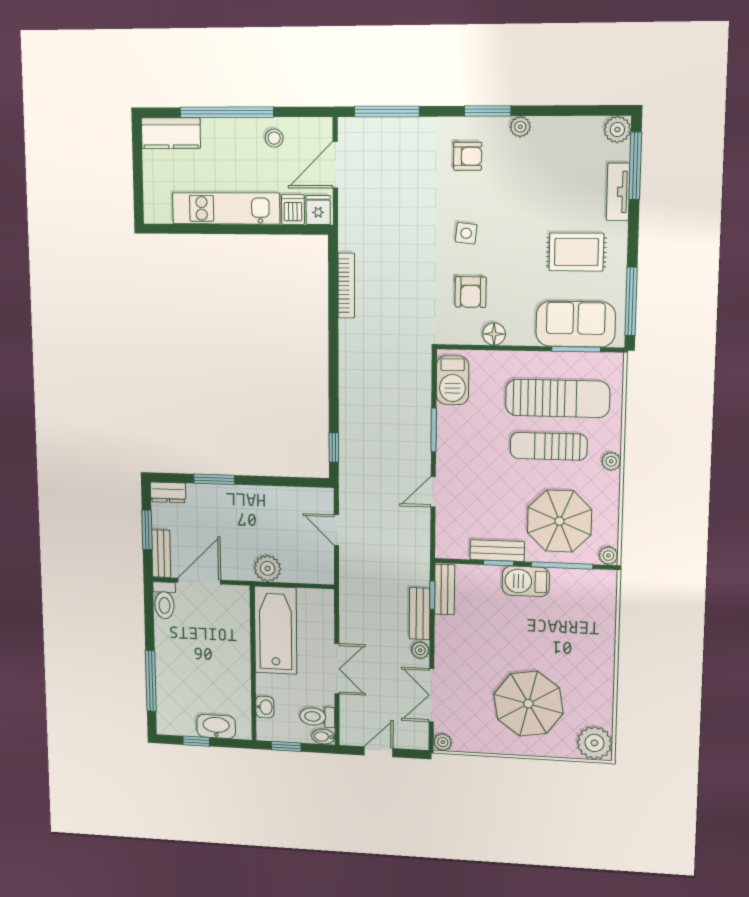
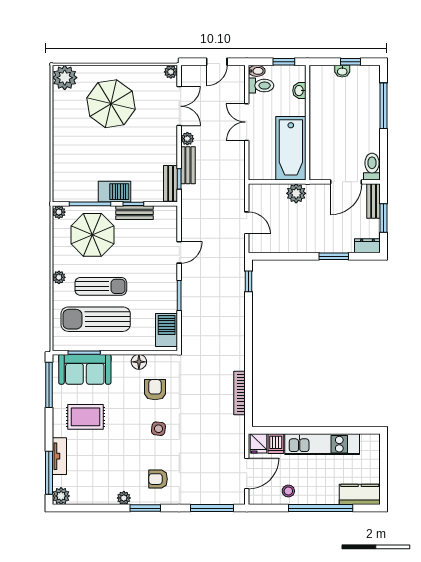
washbasin: (216, 726) -> (342, 71), width x0.52, depth x0.69

